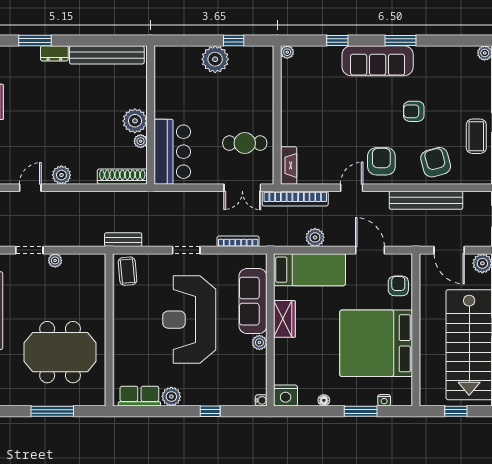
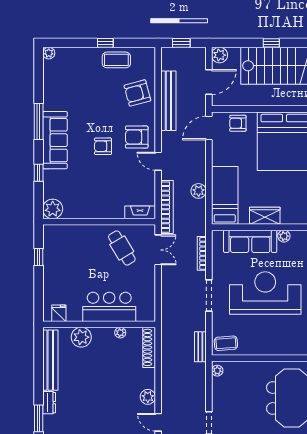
window: (400, 40) -> (39, 122), width x1.44
plant: (287, 52) -> (53, 209), width x1.88, depth x1.88
plant: (215, 59) -> (54, 272), removed
fridge: (164, 66) -> (59, 313), added
armchair: (414, 111) -> (103, 146), moved, turned 90
plant: (135, 121) -> (81, 337), moved
cafe table: (245, 143) -> (122, 248), turned -31
bar counter: (172, 152) -> (109, 307), moved
doorway: (186, 250) -> (209, 296), width x1.38
door: (370, 250) -> (209, 128), moved
plant: (55, 260) -> (217, 371), moved
reception desk: (189, 320) -> (265, 293), turned 180

